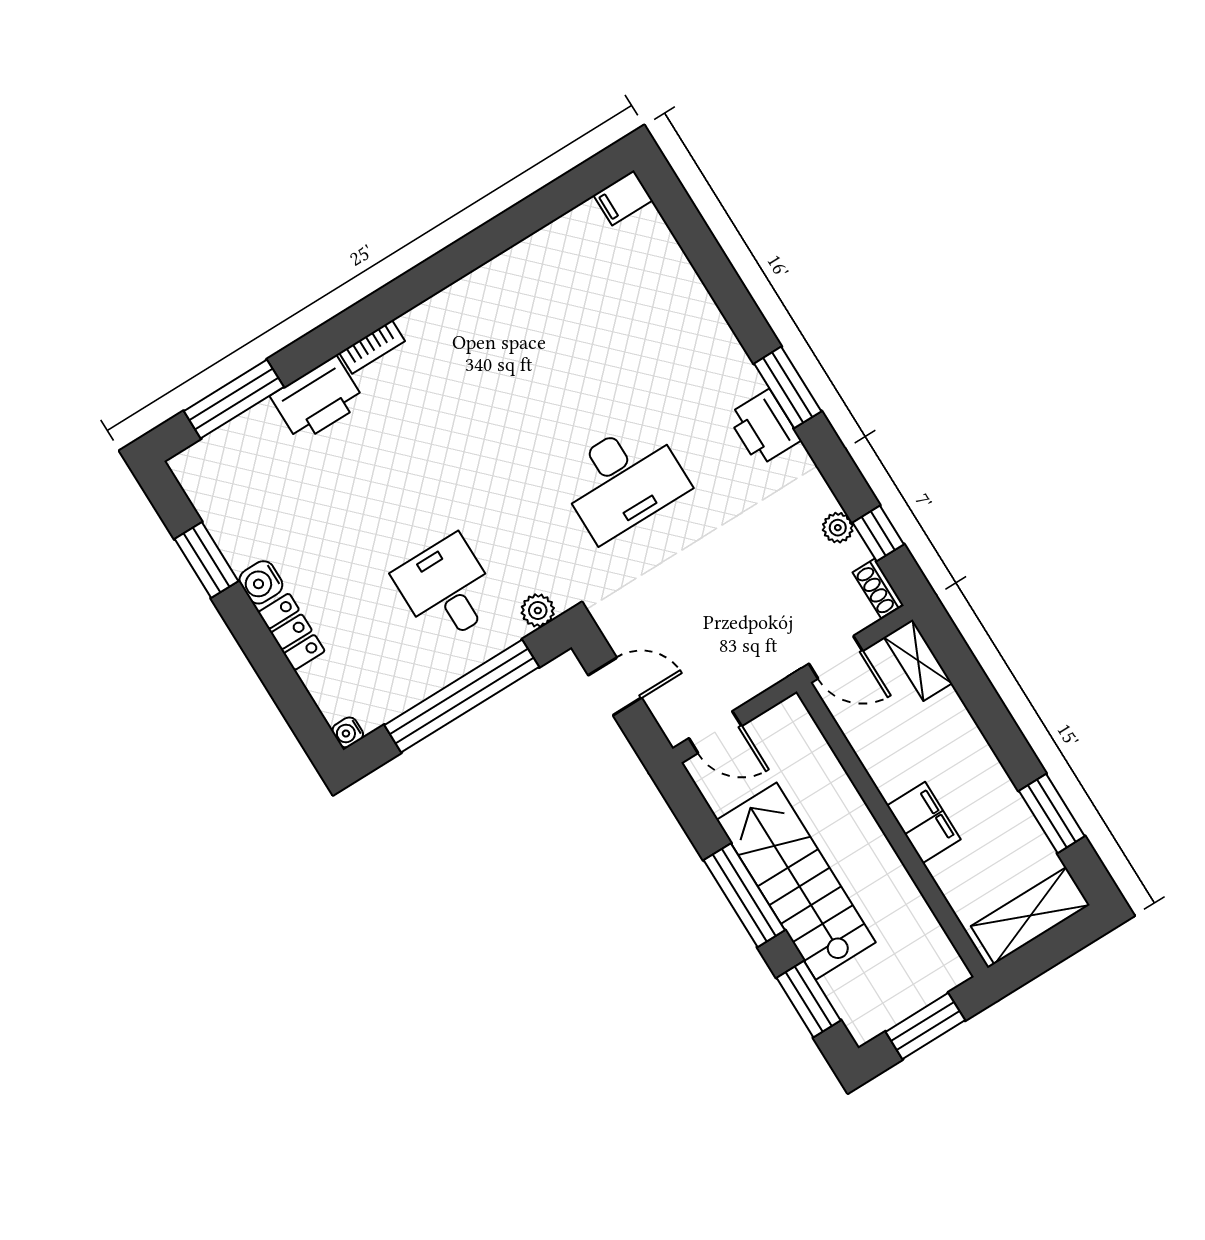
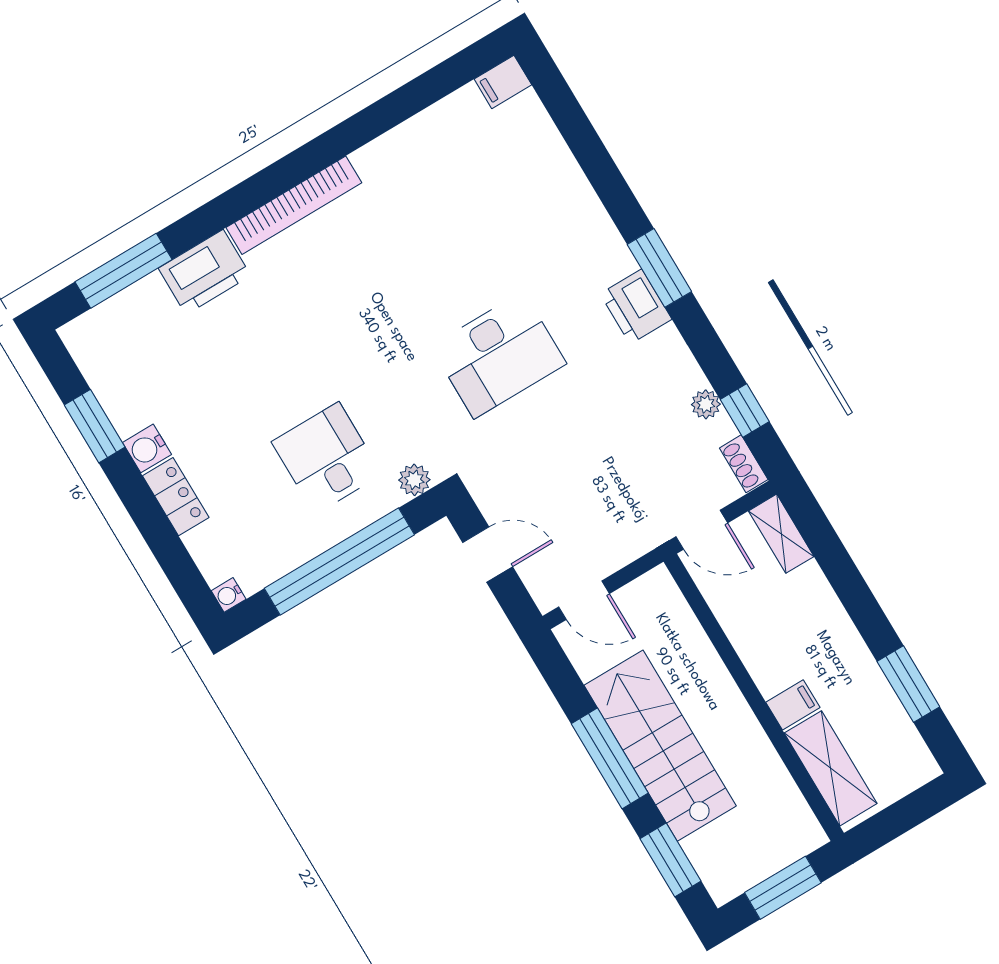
bookcase: (372, 347) -> (294, 205), width x2.31, depth x1.31
filing cabinet: (924, 822) -> (793, 705), width x0.50
shelving: (1030, 916) -> (831, 768), moved, turned 90

